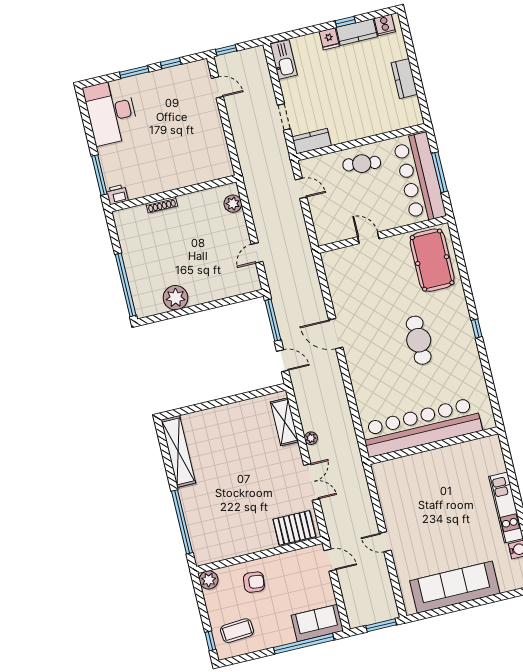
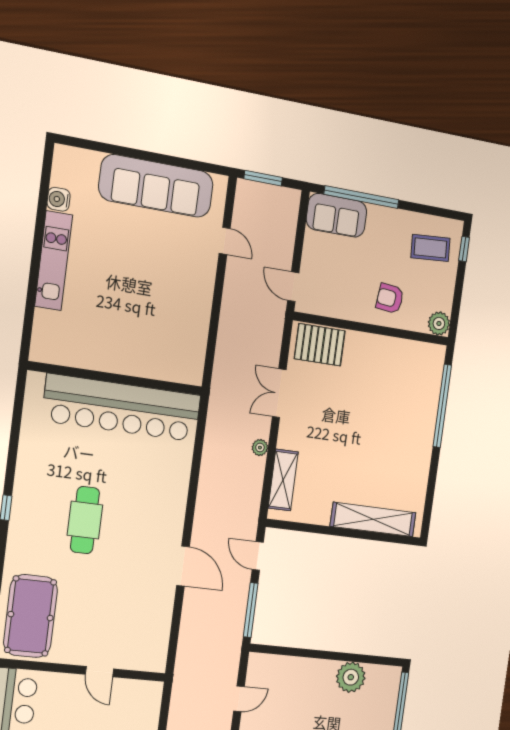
shelving: (178, 451) -> (373, 519), moved, turned 90
door: (385, 542) -> (225, 241), moved

